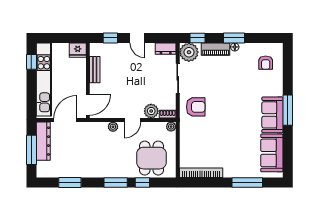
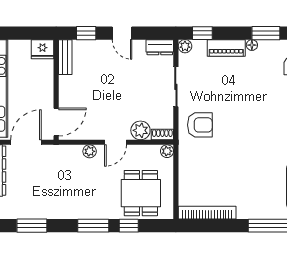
window: (234, 38) -> (266, 33), moved
plant: (189, 52) -> (185, 46), width x0.53, depth x0.53
bench: (95, 70) -> (65, 57), moved

